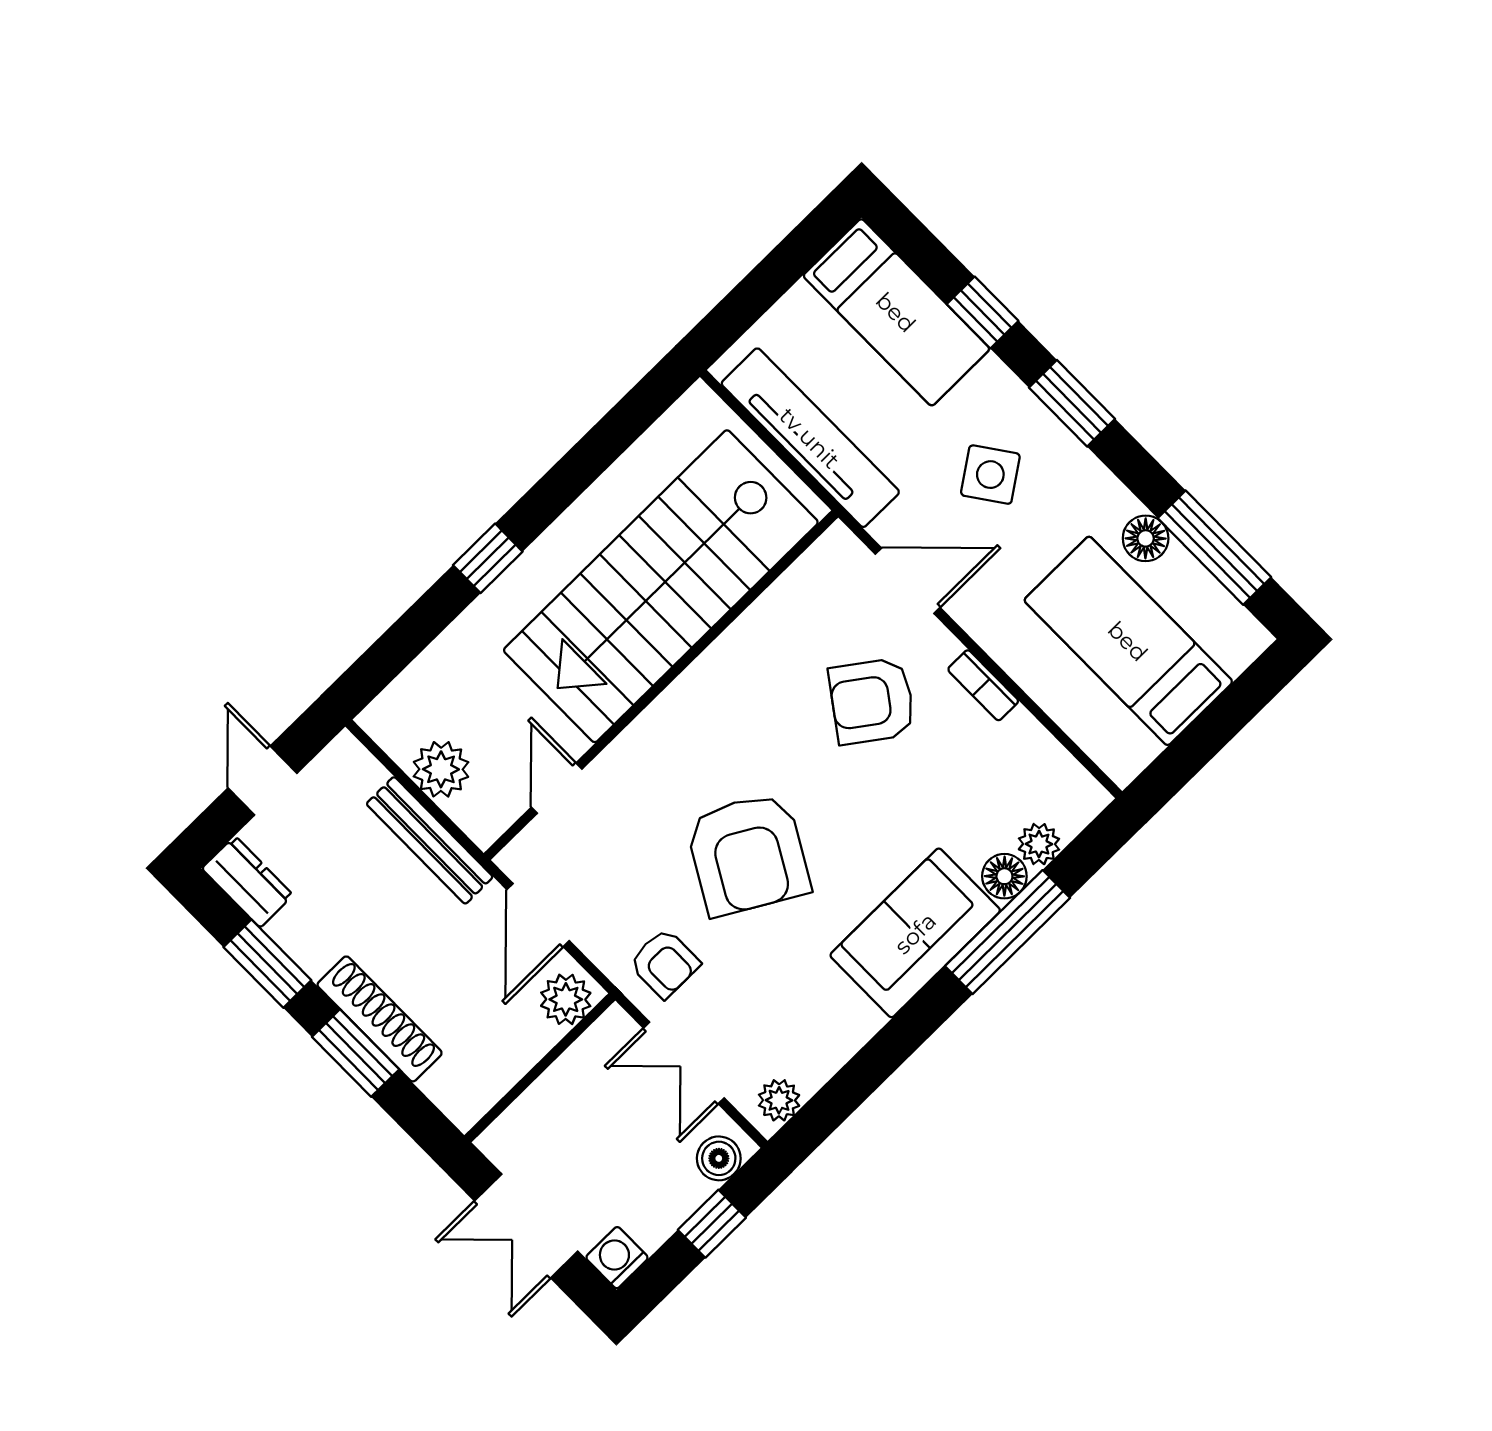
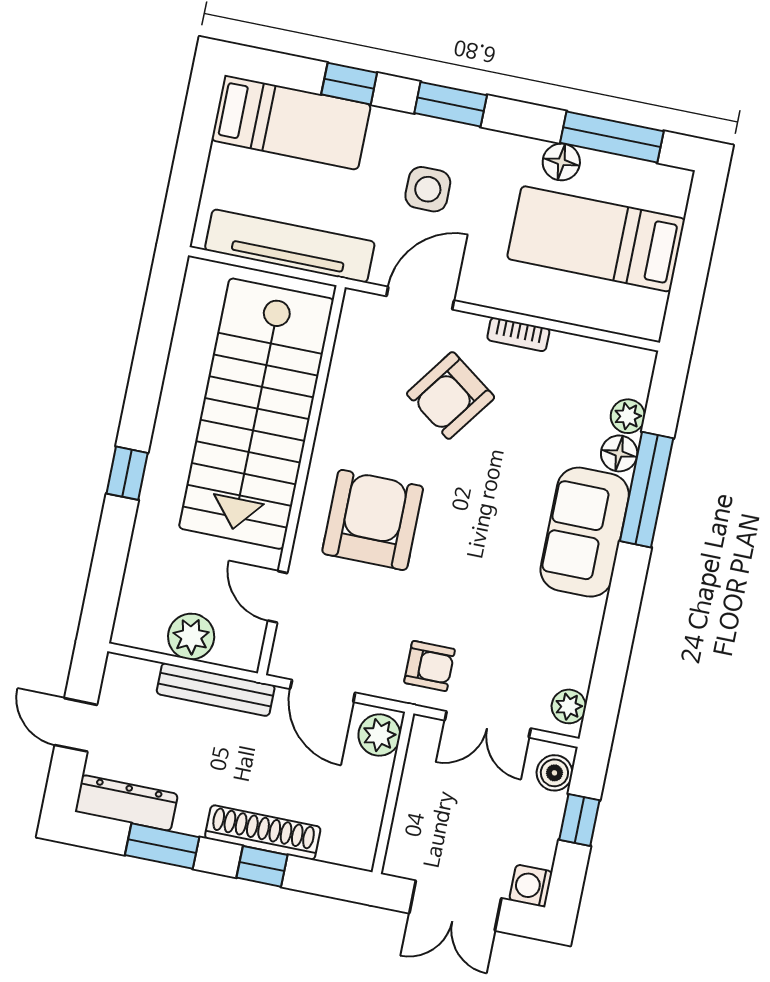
side table: (990, 475) -> (428, 189), turned 35
armchair: (748, 854) -> (373, 520), moved, turned -120
dresser: (247, 882) -> (126, 803), width x1.44
window: (356, 1053) -> (262, 866), width x0.67

